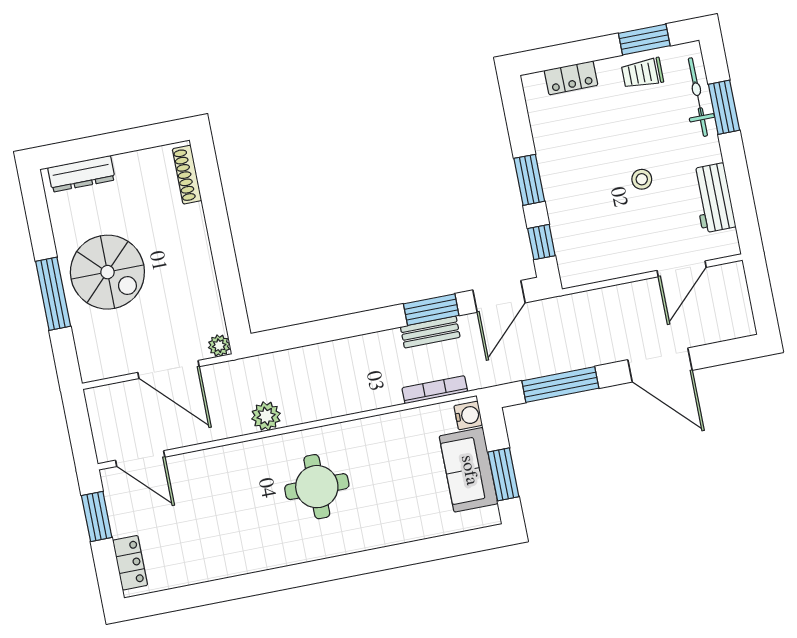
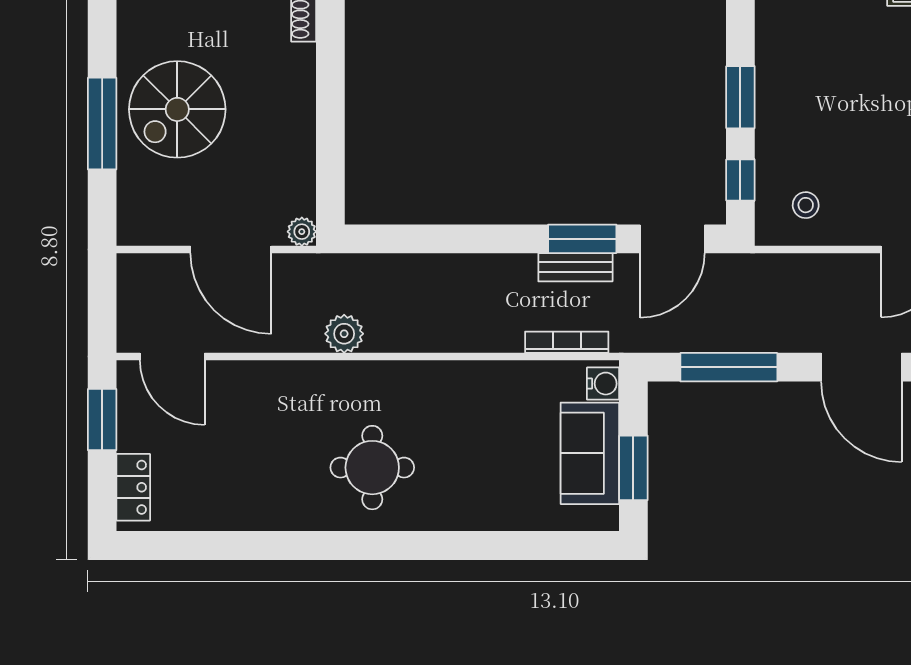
stool: (642, 179) -> (806, 205), moved
spiral stairs: (107, 272) -> (177, 109), turned 90
round table: (317, 487) -> (372, 468), moved

